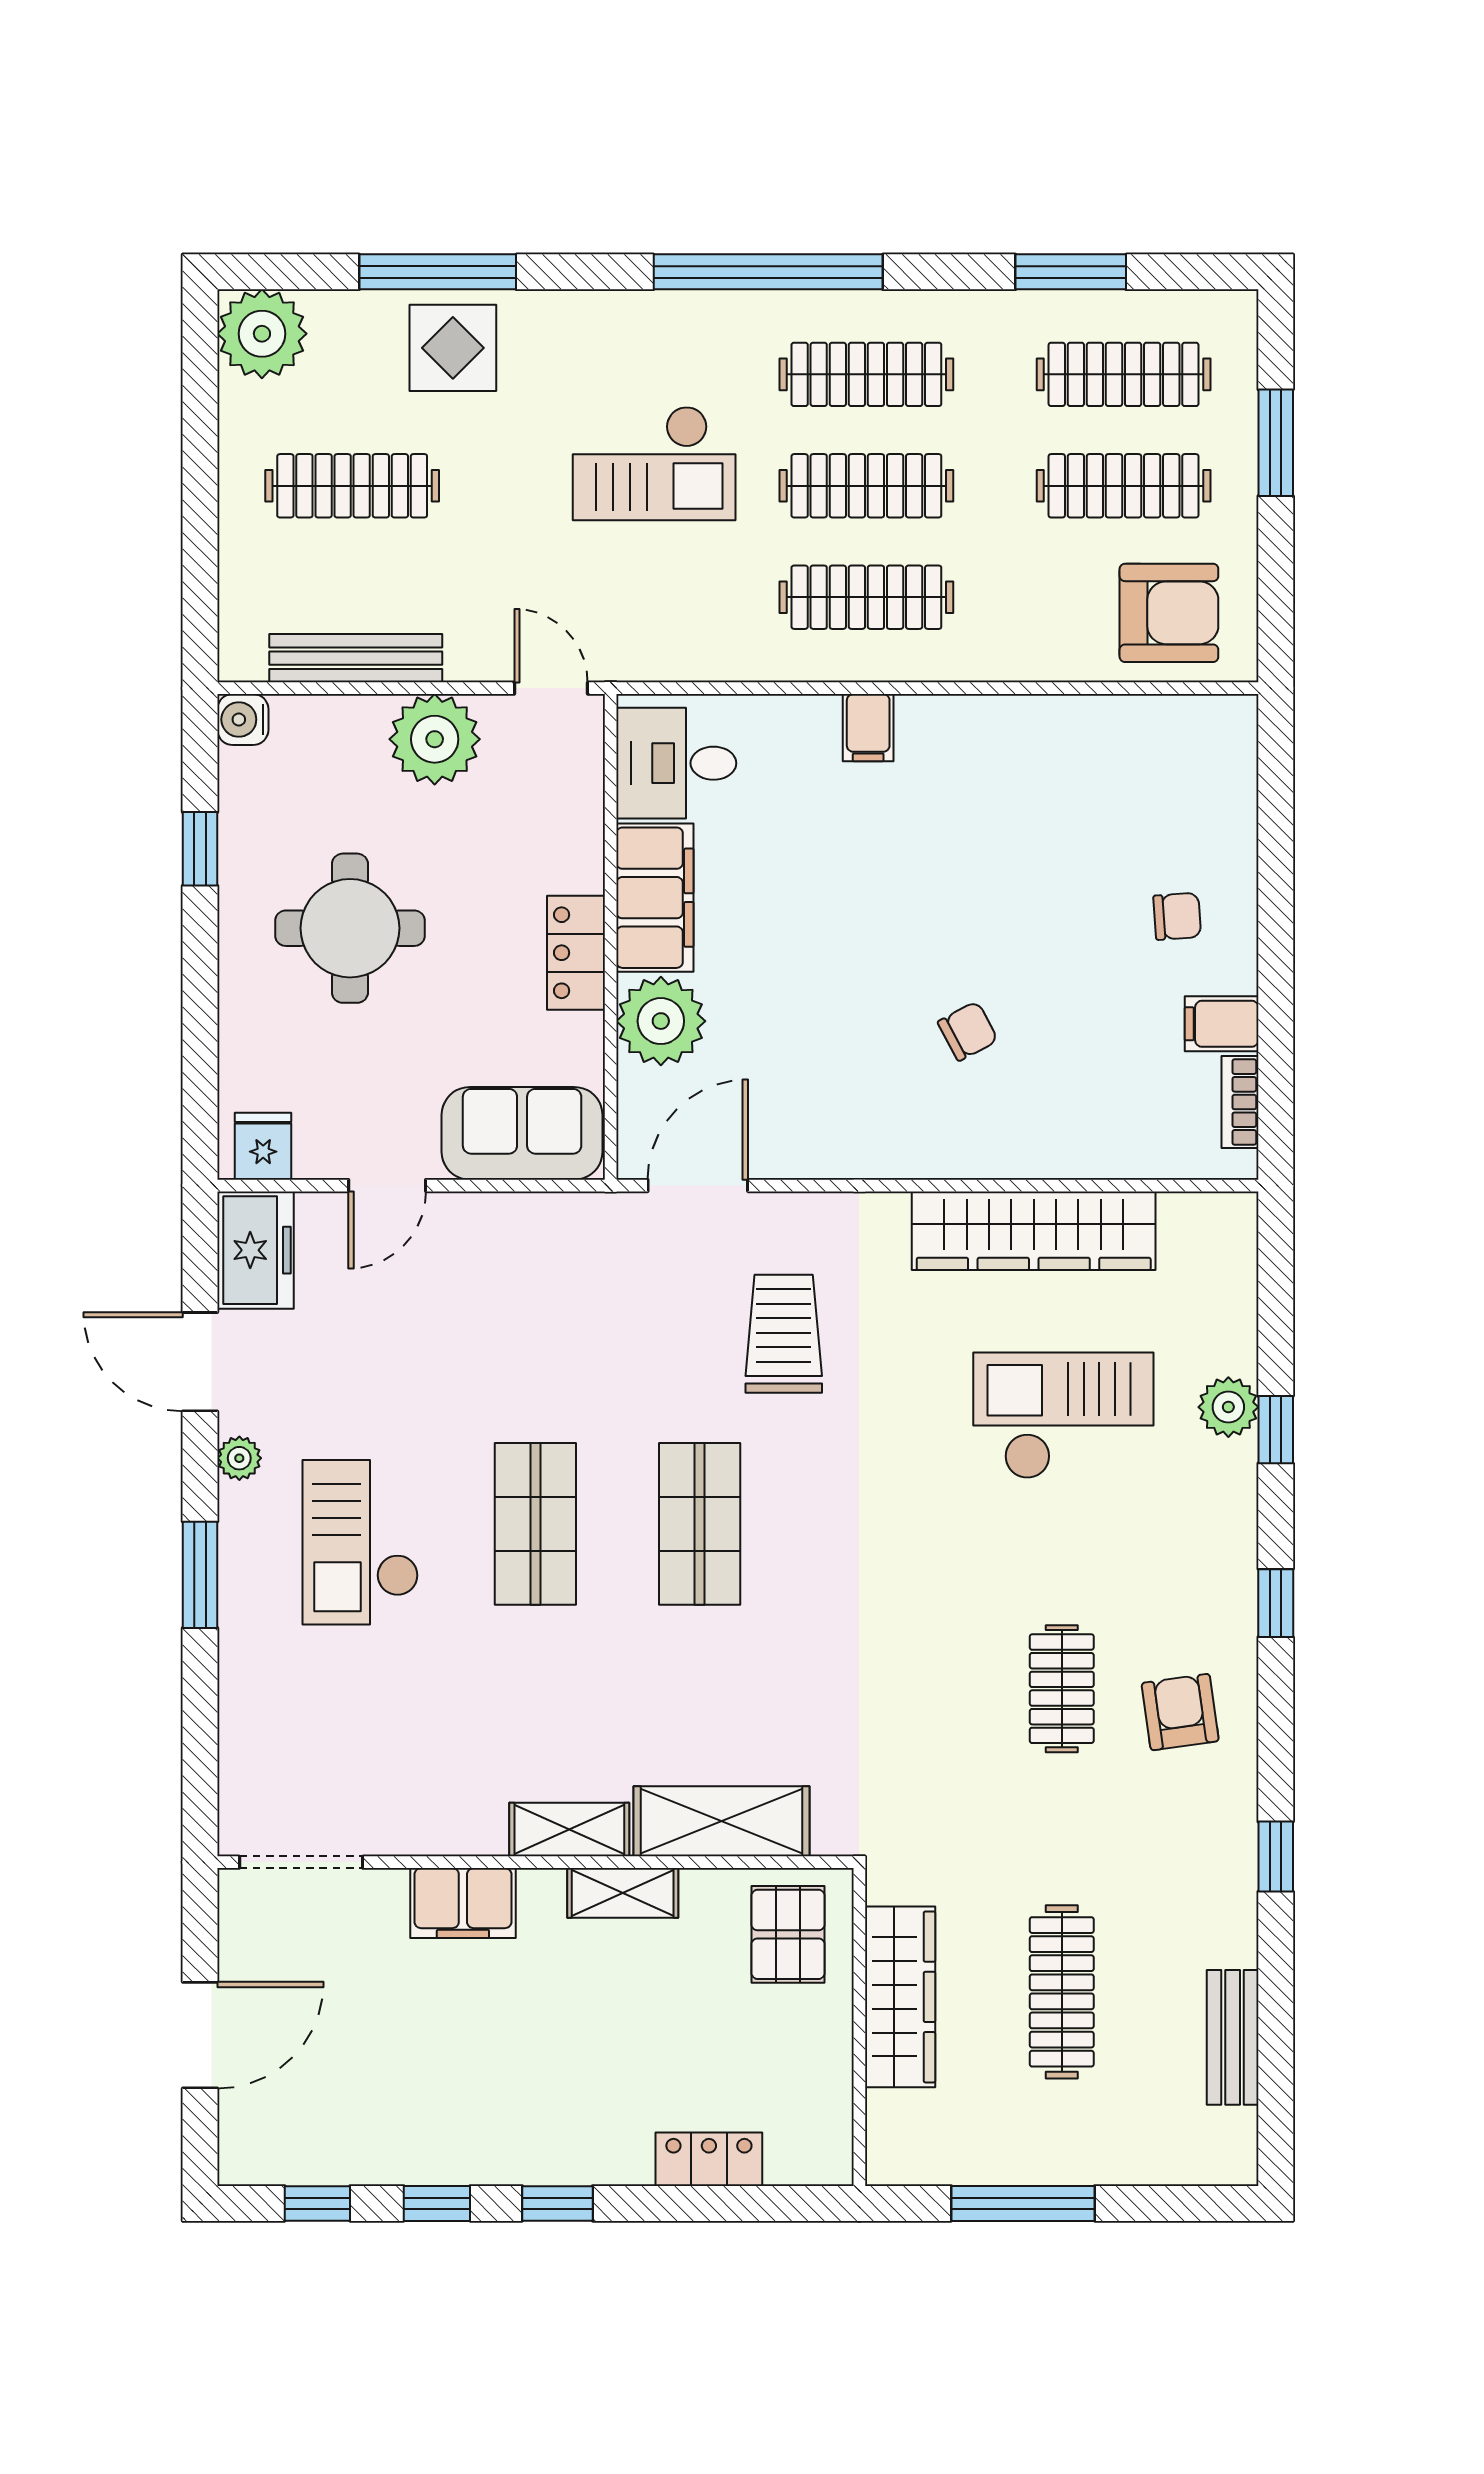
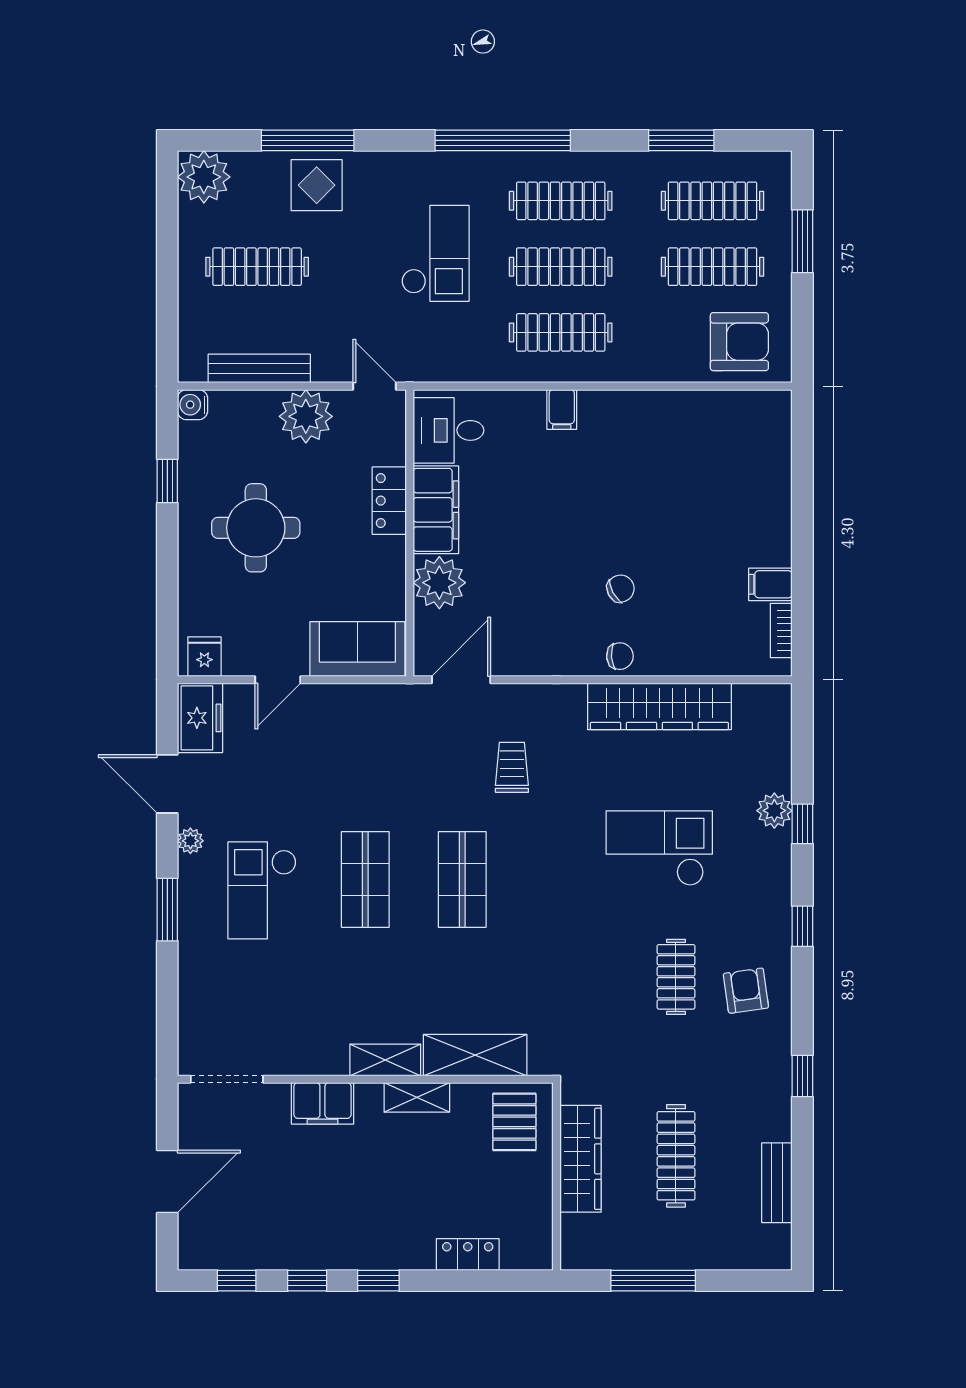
checkout: (654, 463) -> (435, 253), turned -90
chair: (1177, 916) -> (620, 656), moved
locker: (576, 953) -> (389, 501), moved
trolley: (784, 1334) -> (512, 767), width x0.73, depth x0.72
checkout: (1063, 1416) -> (659, 848), moved

